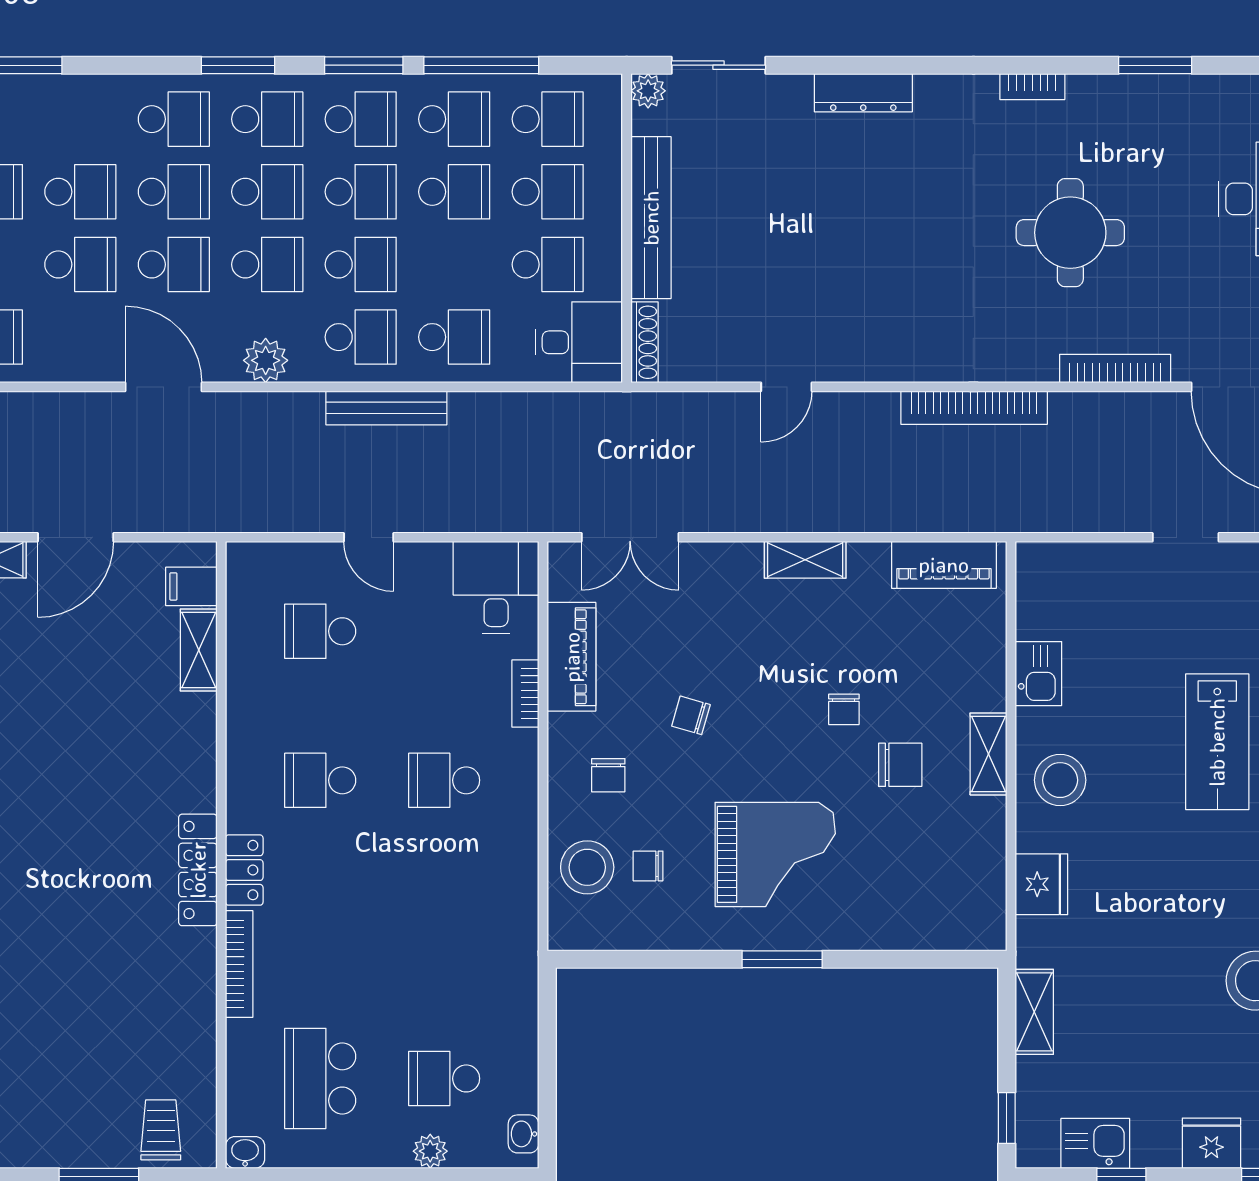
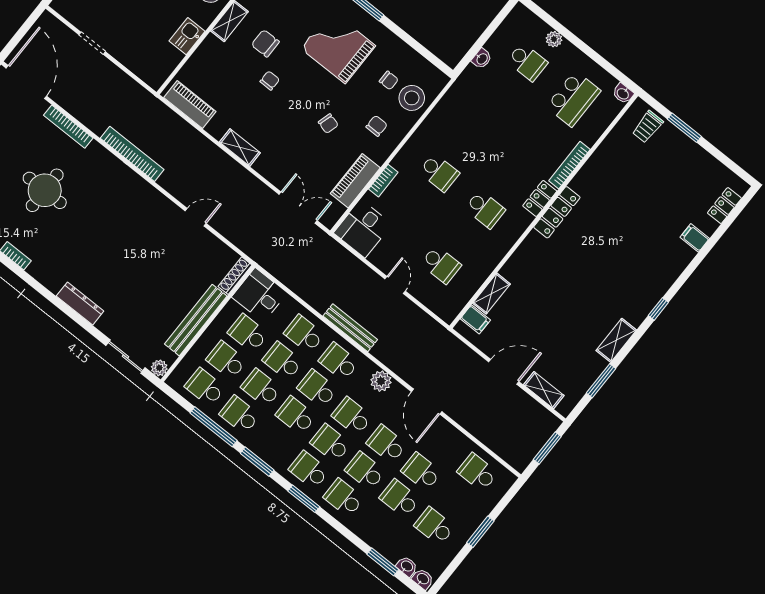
school desk: (361, 119) -> (283, 361), moved
washbasin: (524, 1134) -> (482, 59), moved

